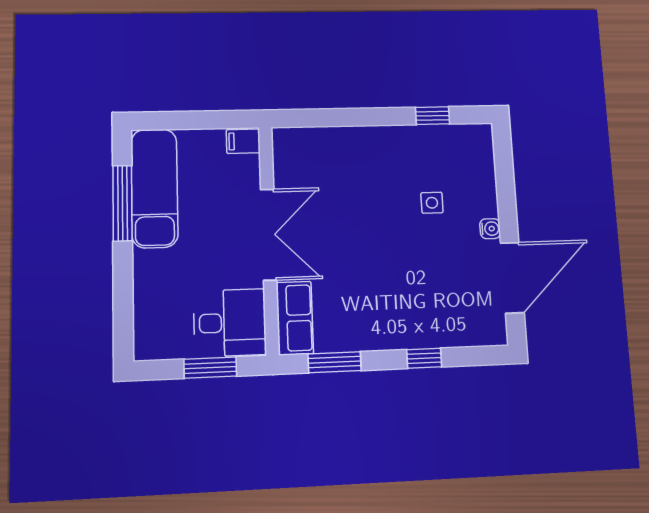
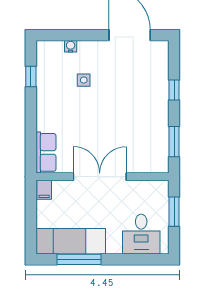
water cooler: (490, 229) -> (71, 46), moved
row of seats: (295, 318) -> (46, 152), moved, turned 90
desk: (230, 323) -> (141, 234), moved, turned 180

